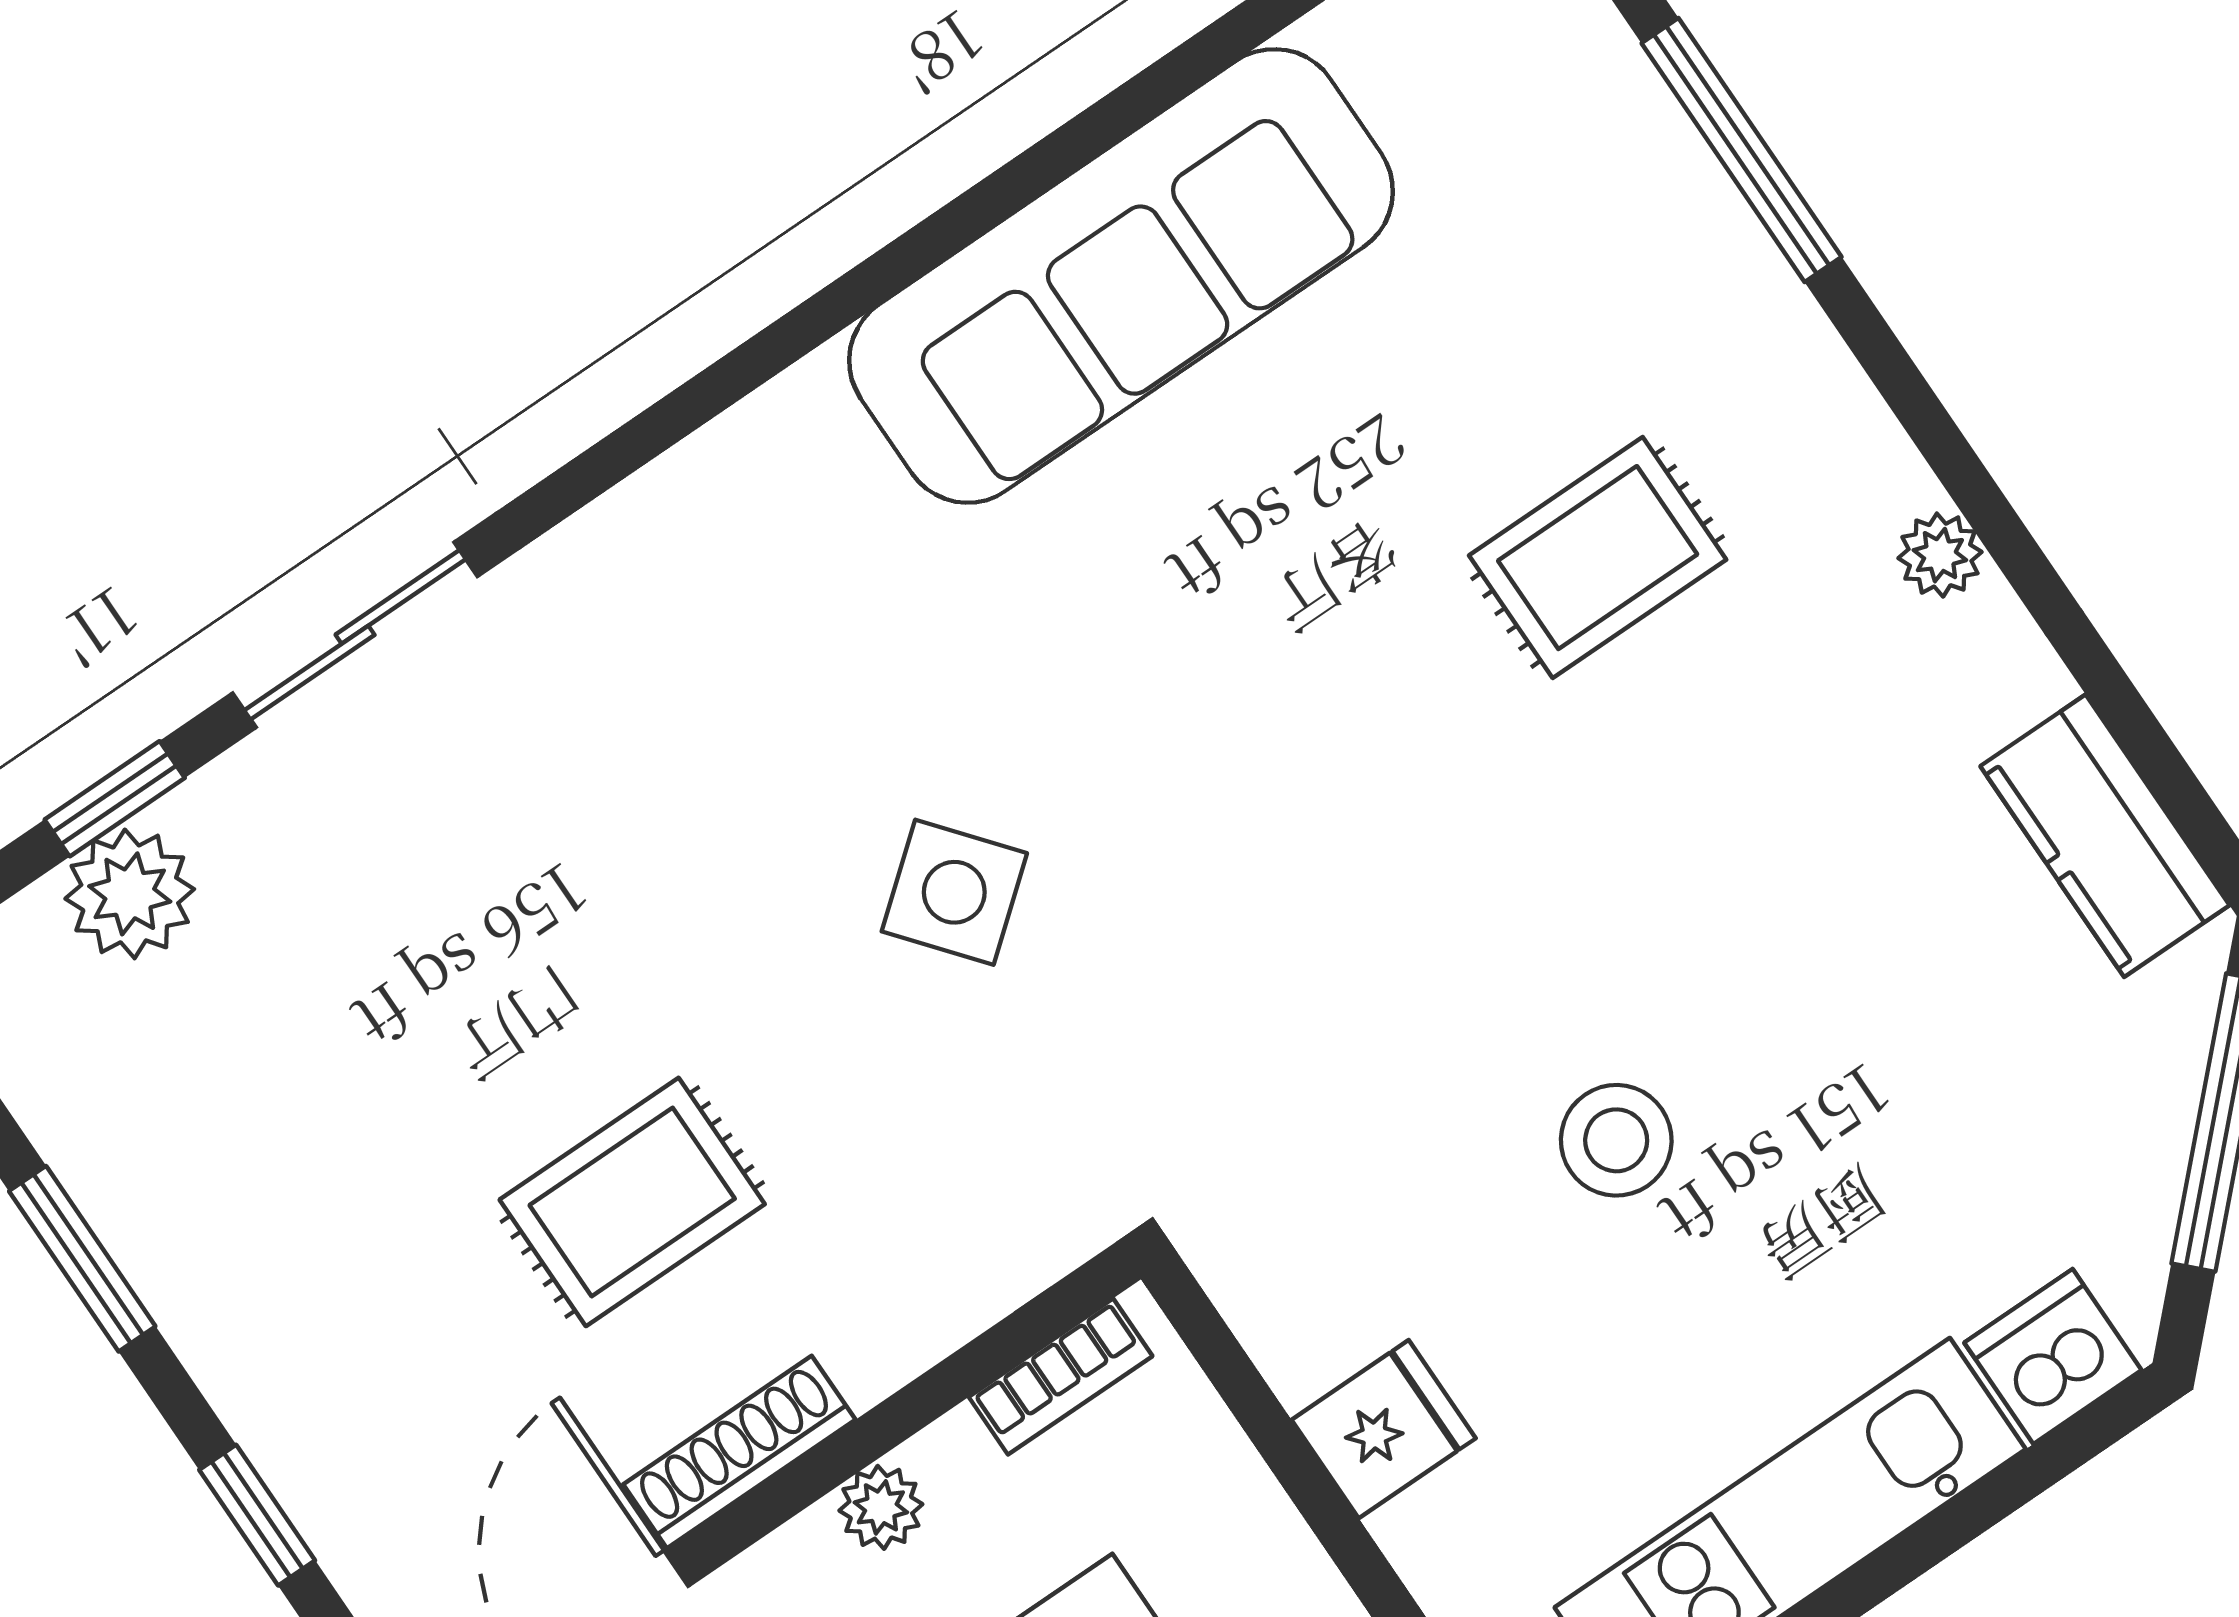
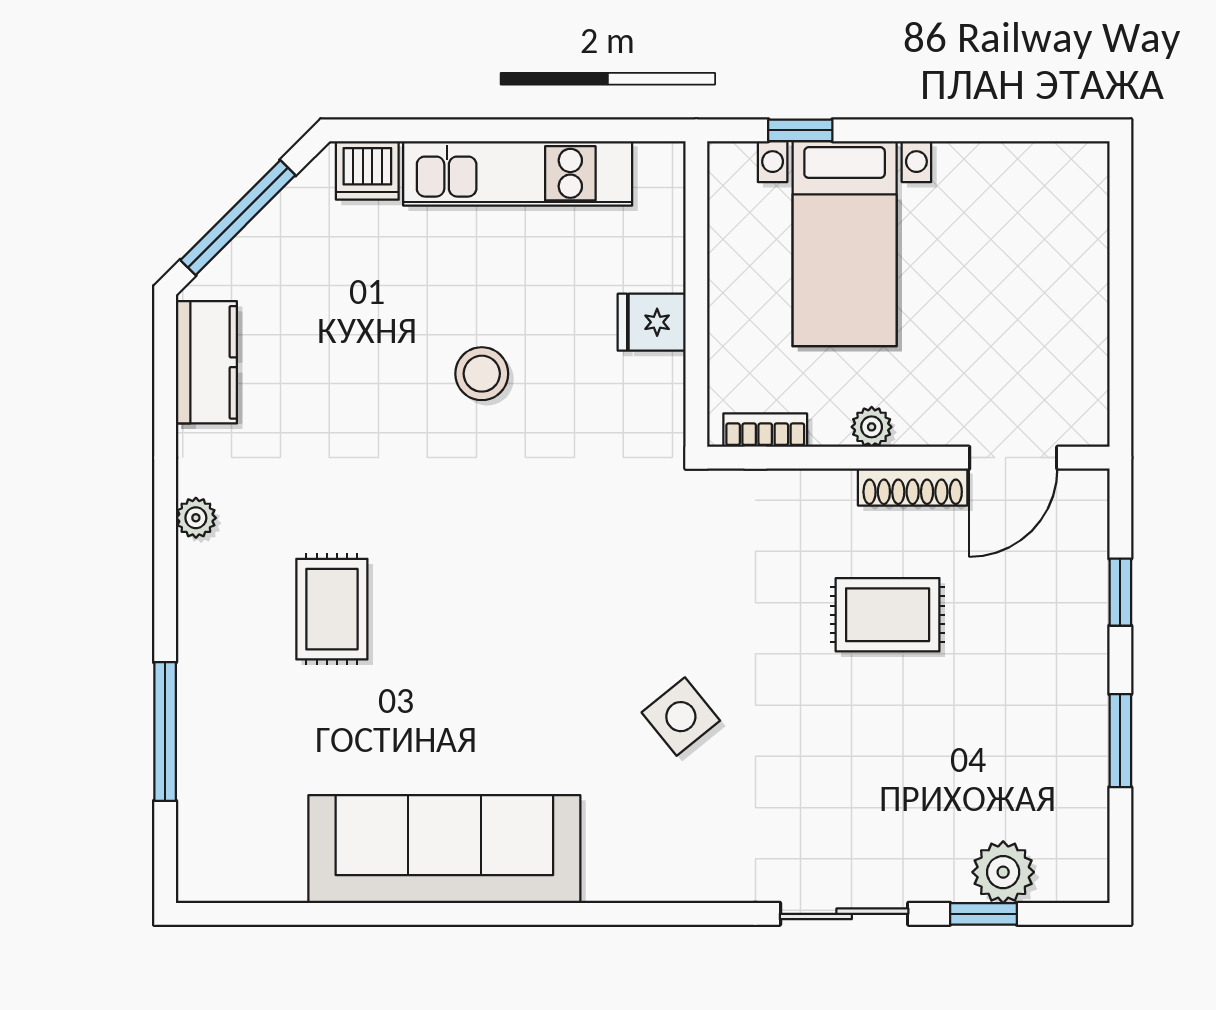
rug: (1598, 558) -> (332, 609), turned 90
side table: (954, 892) -> (681, 717), moved

